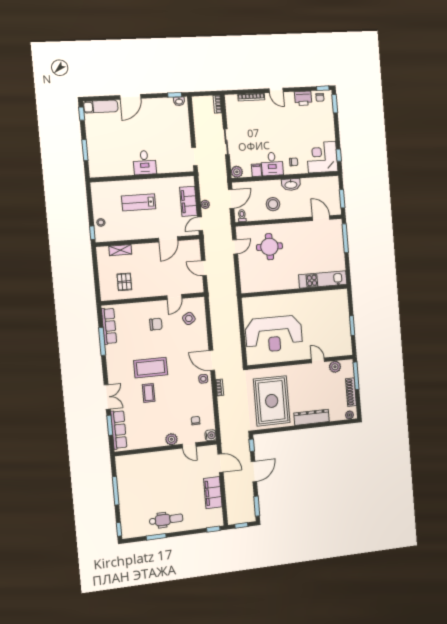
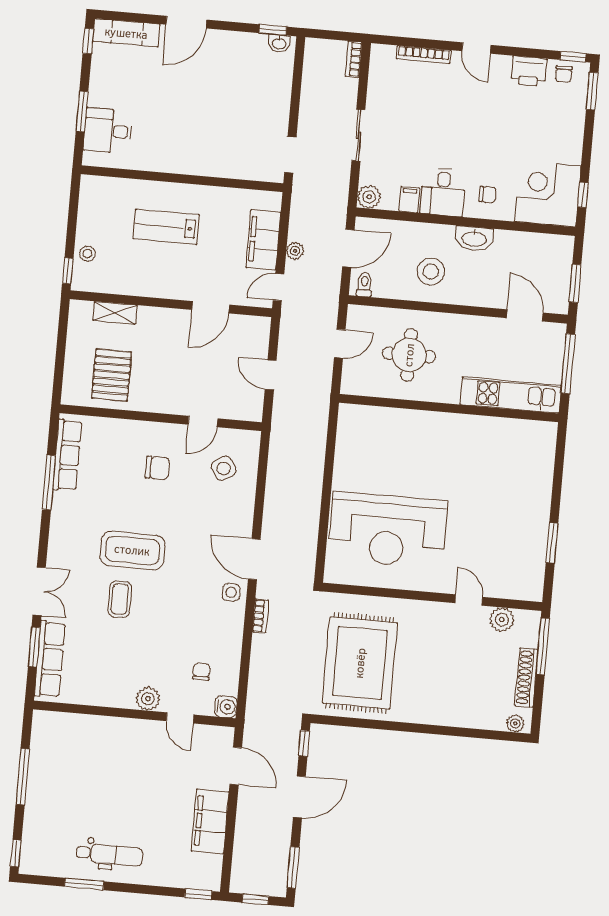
desk: (145, 163) -> (108, 131), moved, turned 90
kitchen unit: (323, 280) -> (511, 395), moved
pallet: (124, 282) -> (112, 375), width x1.50, depth x1.42
wall: (295, 291) -> (449, 408), moved
dresser: (312, 417) -> (436, 712), removed

